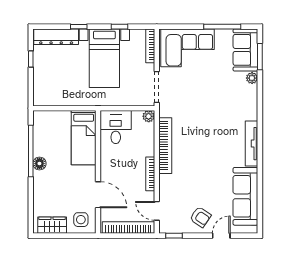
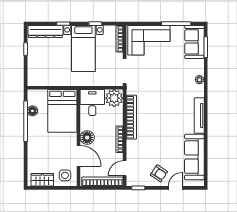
plant: (252, 78) -> (199, 80), moved
plant: (149, 116) -> (114, 98), width x1.87, depth x1.87
bed: (84, 138) -> (62, 111), width x1.50
floor lamp: (39, 163) -> (32, 111), moved
floor lamp: (109, 172) -> (87, 138), added
door: (157, 211) -> (125, 168), hinge flipped

